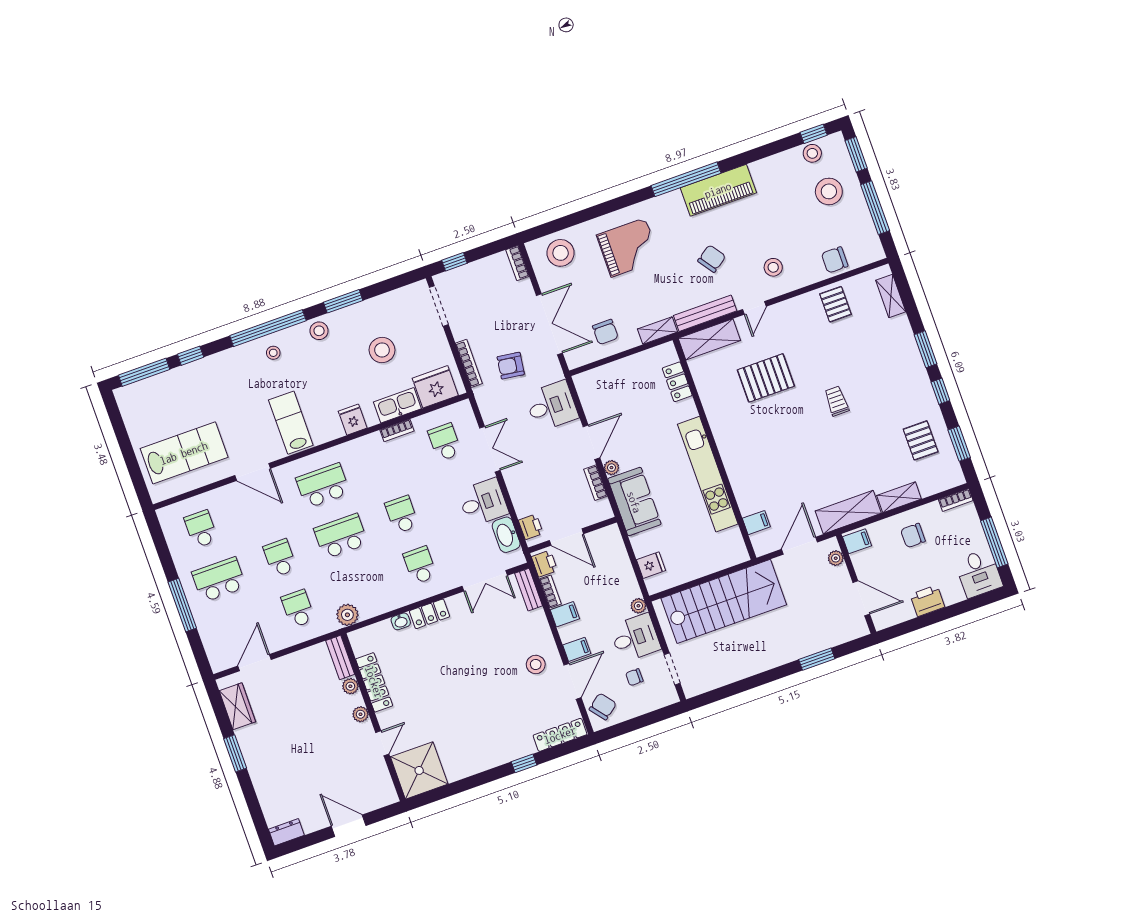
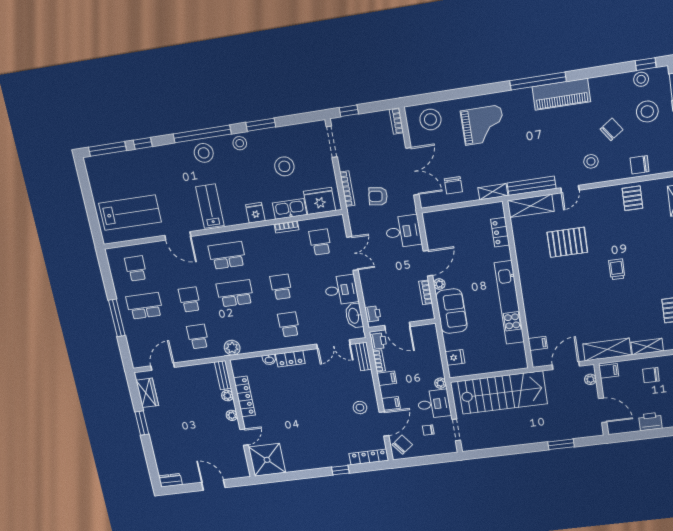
chair: (712, 259) -> (611, 129), moved
stool: (273, 353) -> (204, 153), width x1.89, depth x1.89

